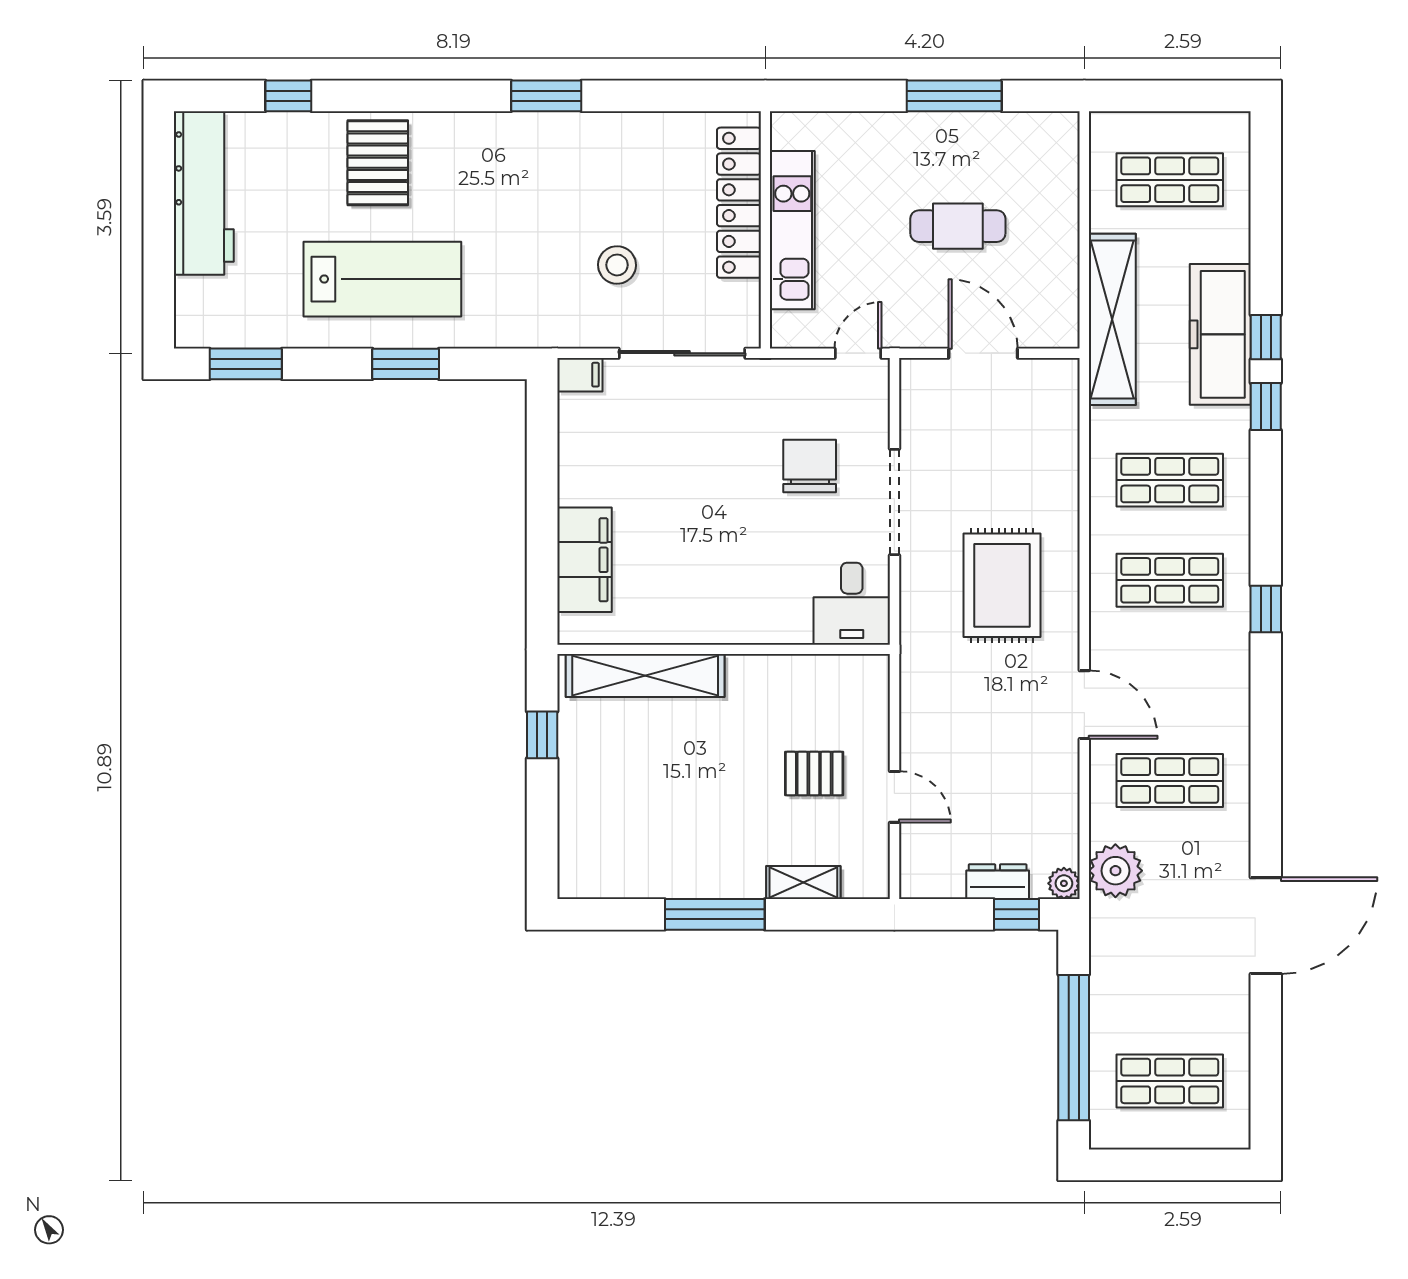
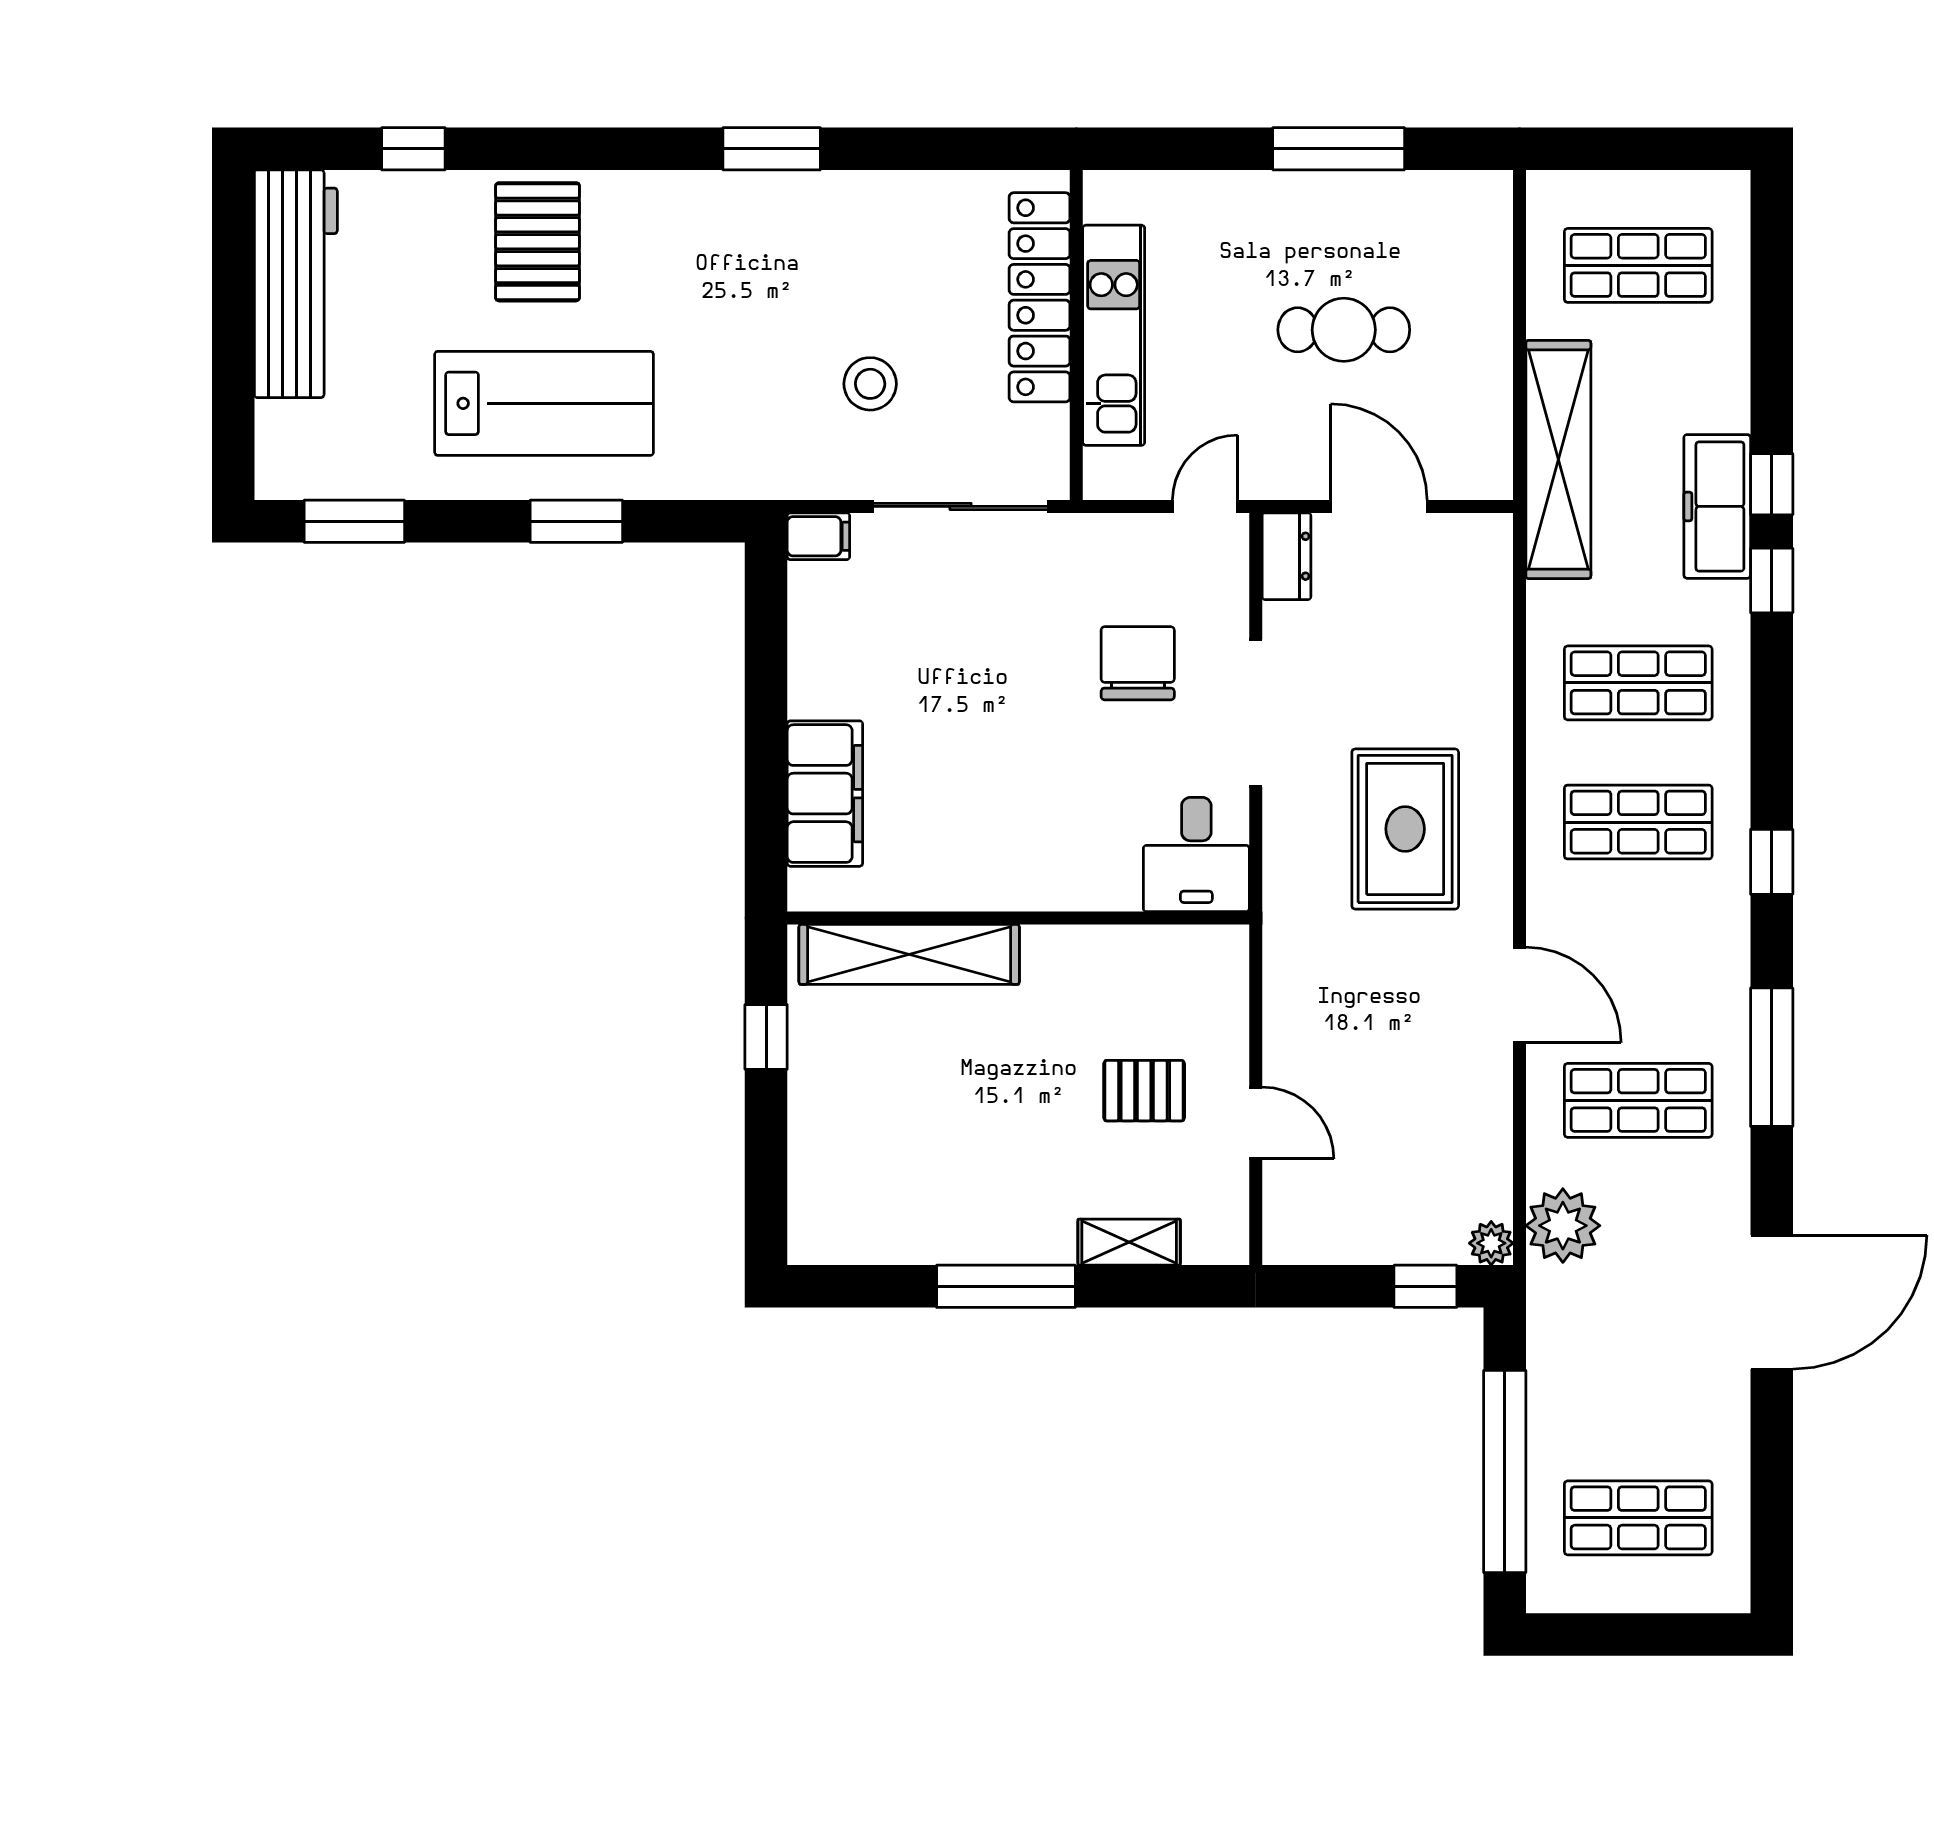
freezer: (1220, 334) -> (1717, 506), width x0.73, depth x0.79
window: (1266, 750) -> (1772, 1057), added
dresser: (998, 882) -> (1286, 556), moved, turned 90

